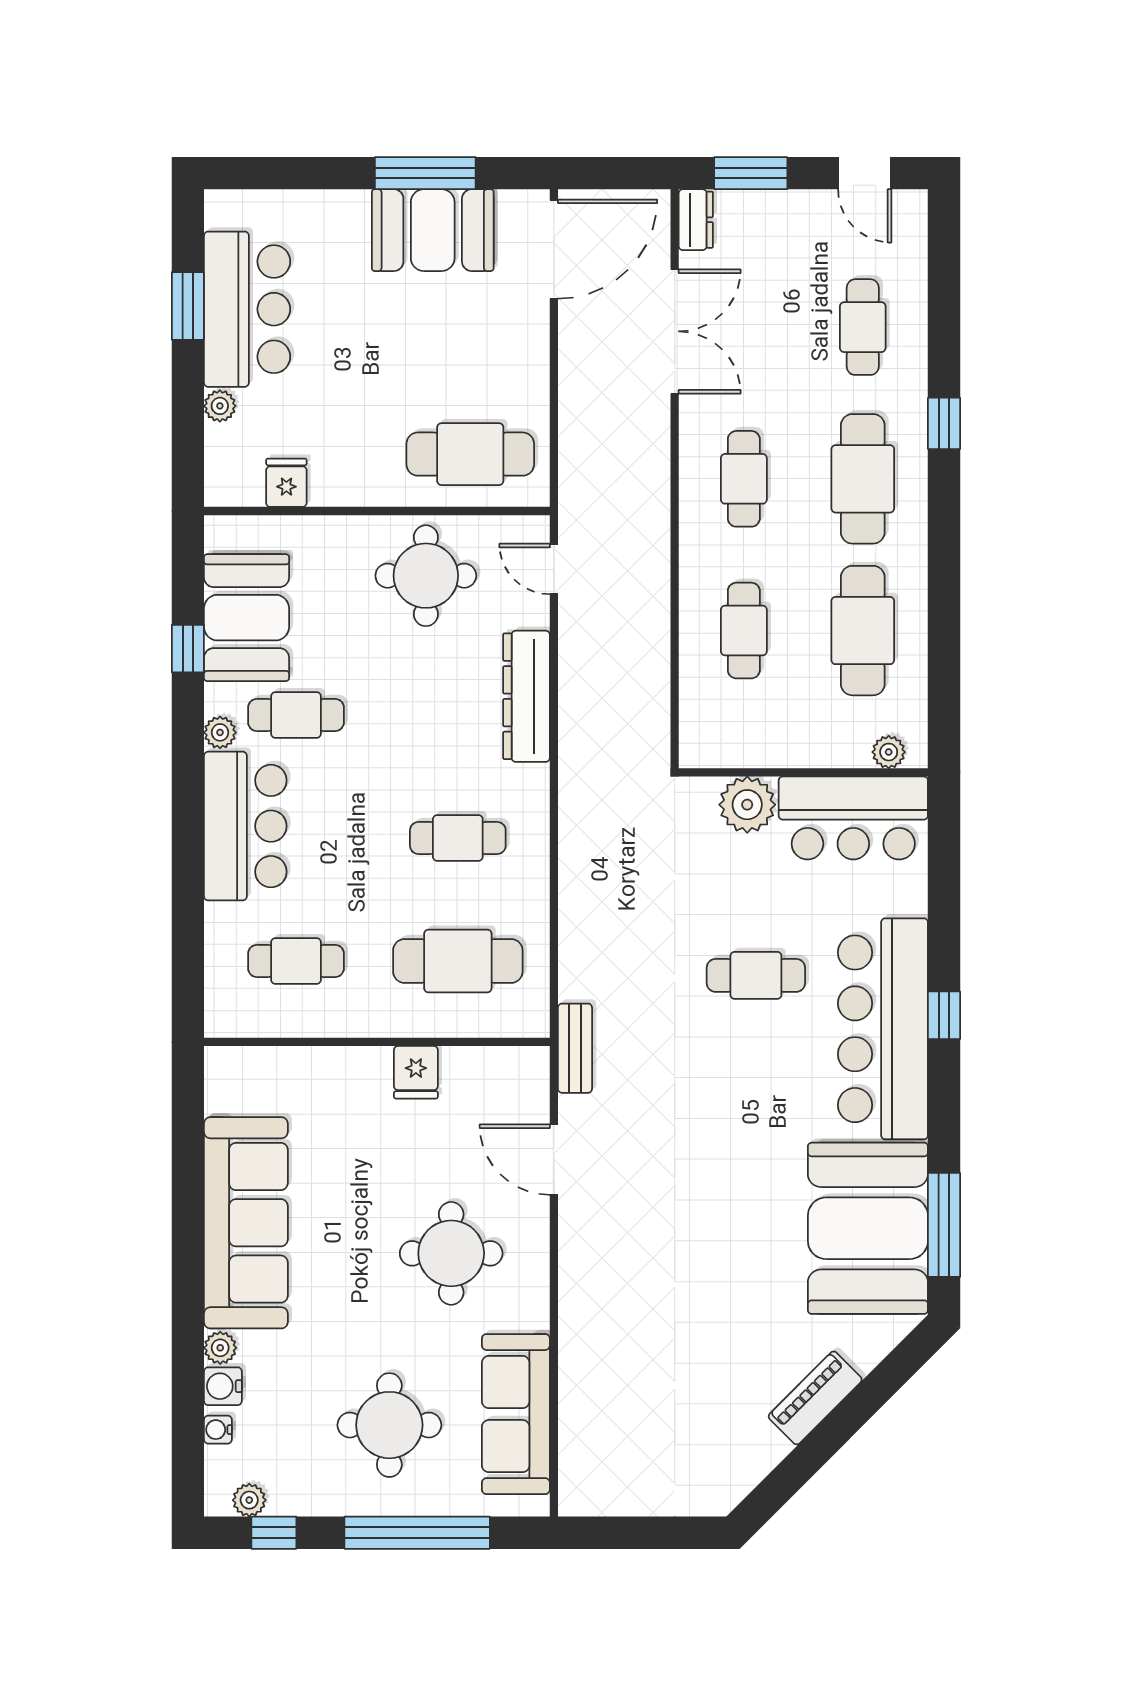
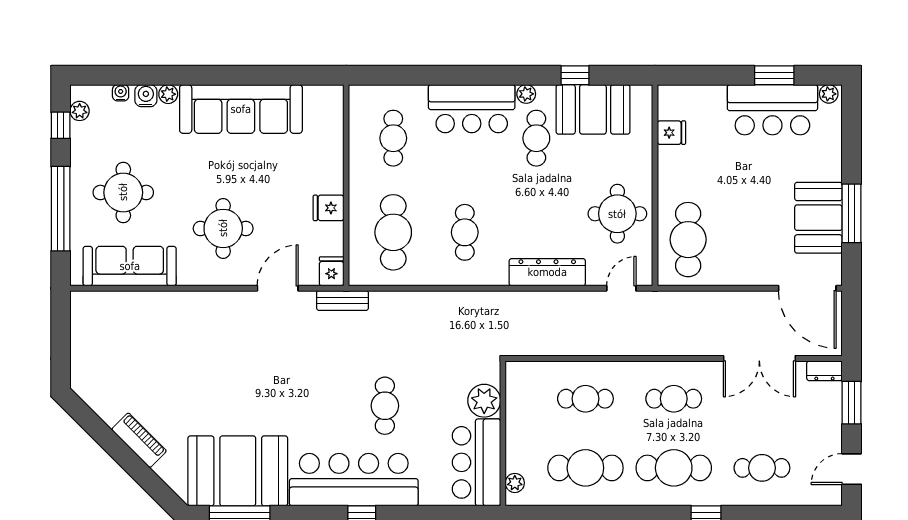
plant: (220, 406) -> (829, 94), moved
fridge: (525, 1067) -> (331, 271), added

